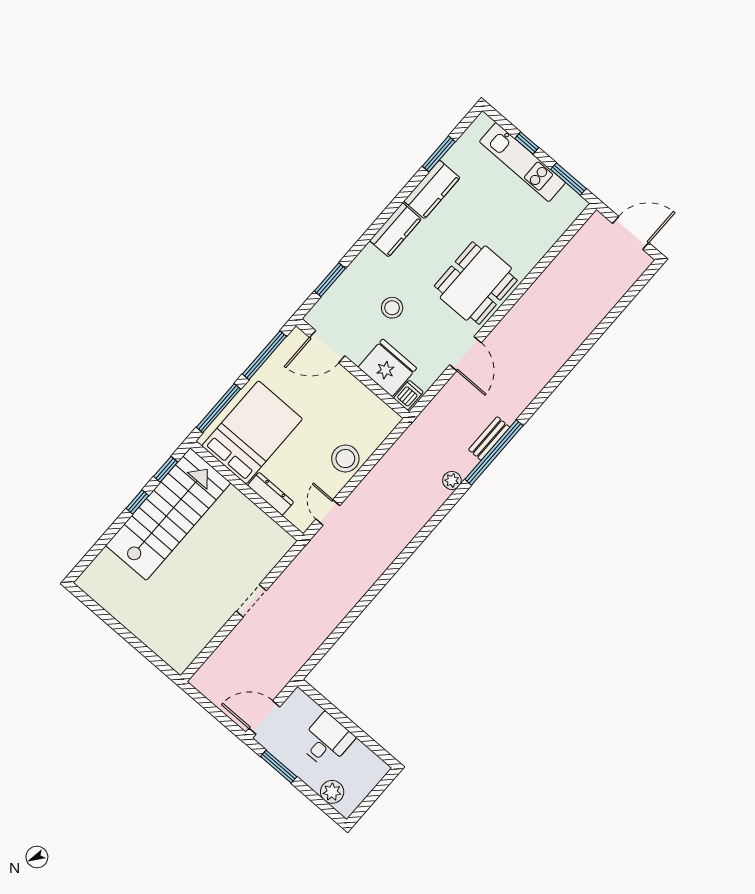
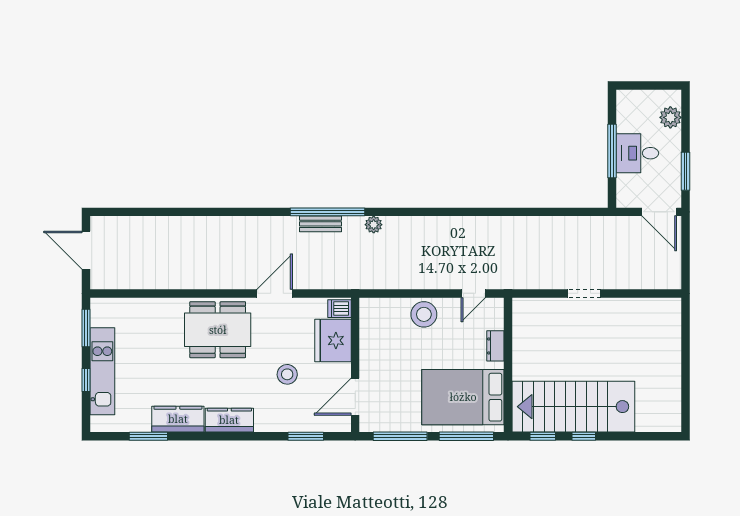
door: (327, 347) -> (355, 397), swing flipped
dresser: (271, 494) -> (495, 346), width x0.70
window: (346, 722) -> (612, 151), added

